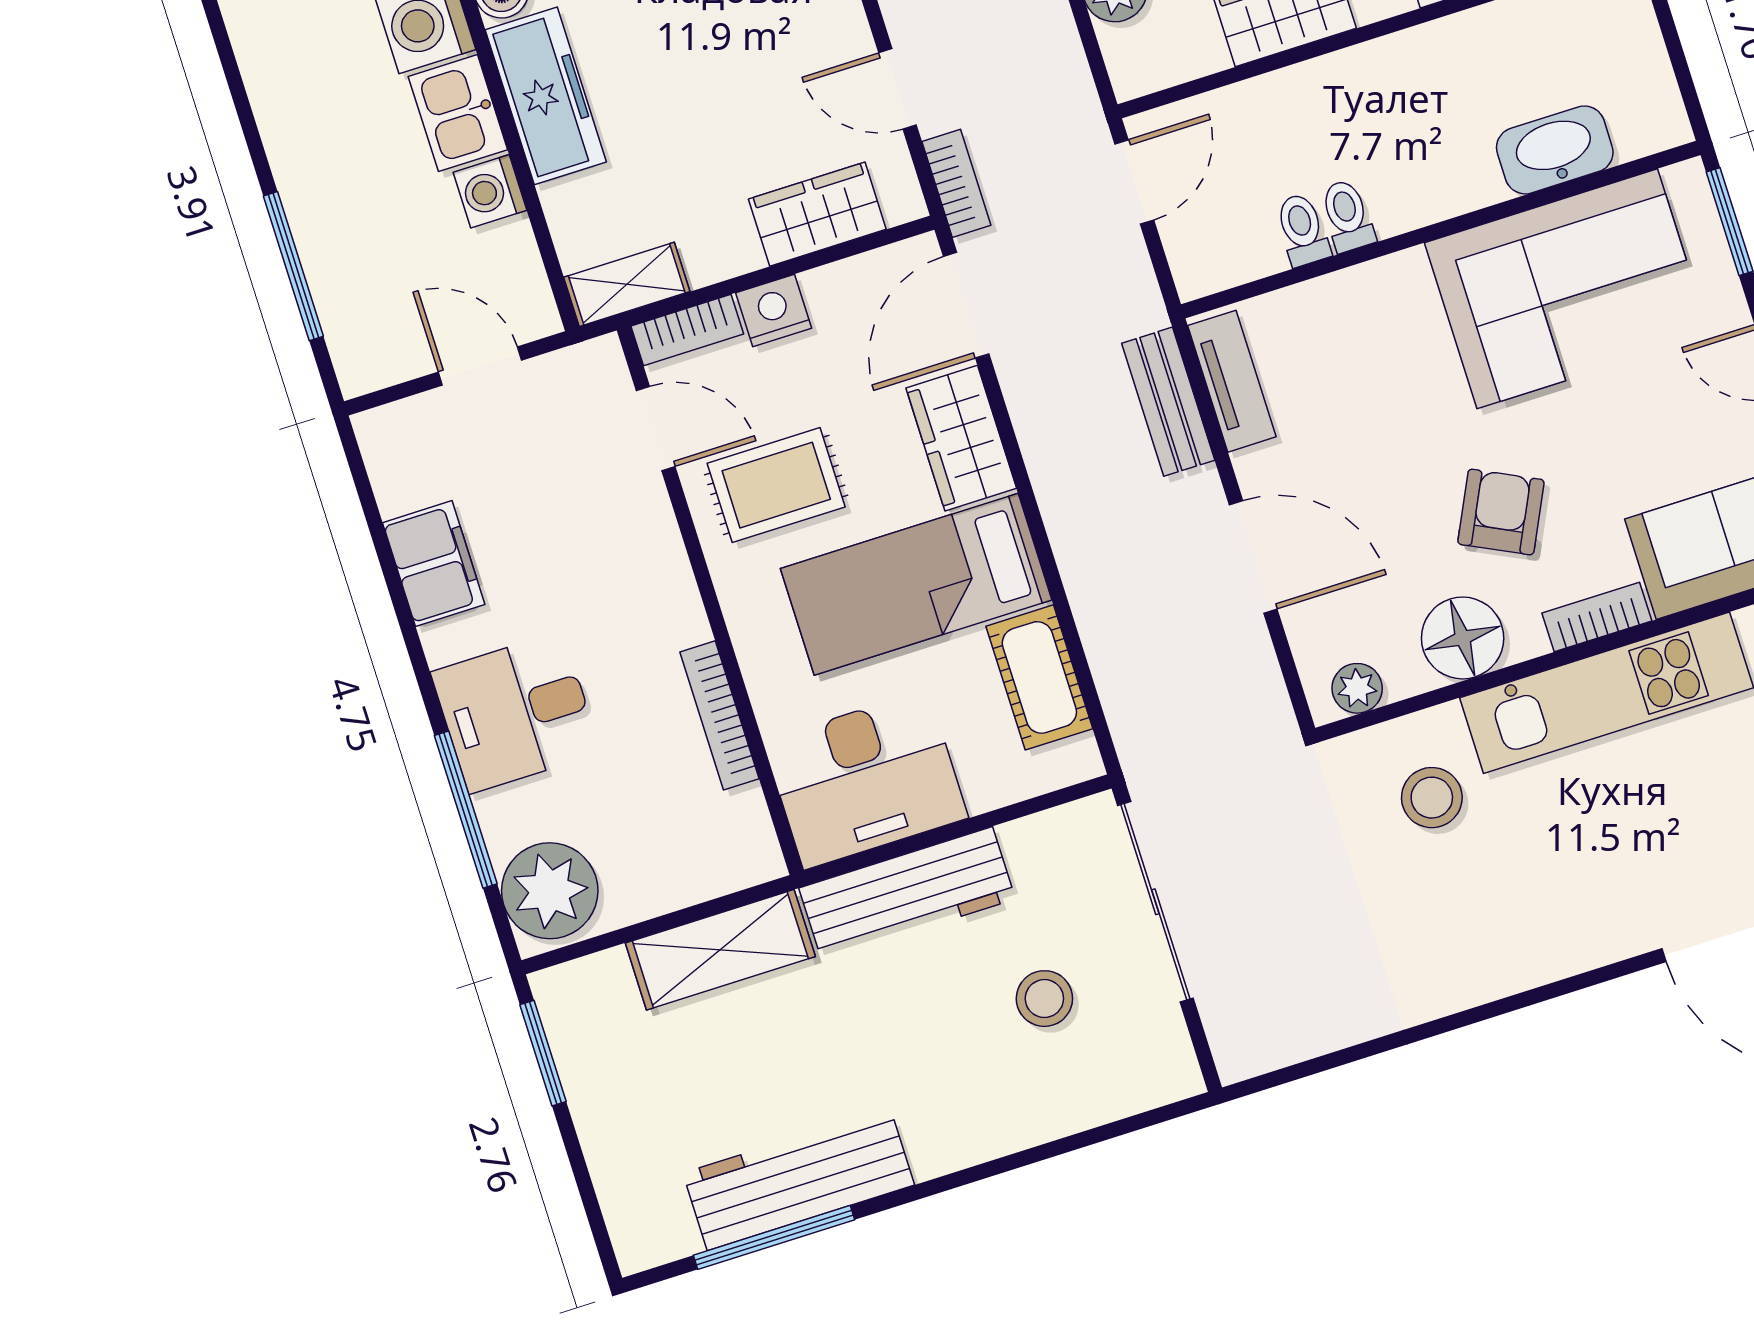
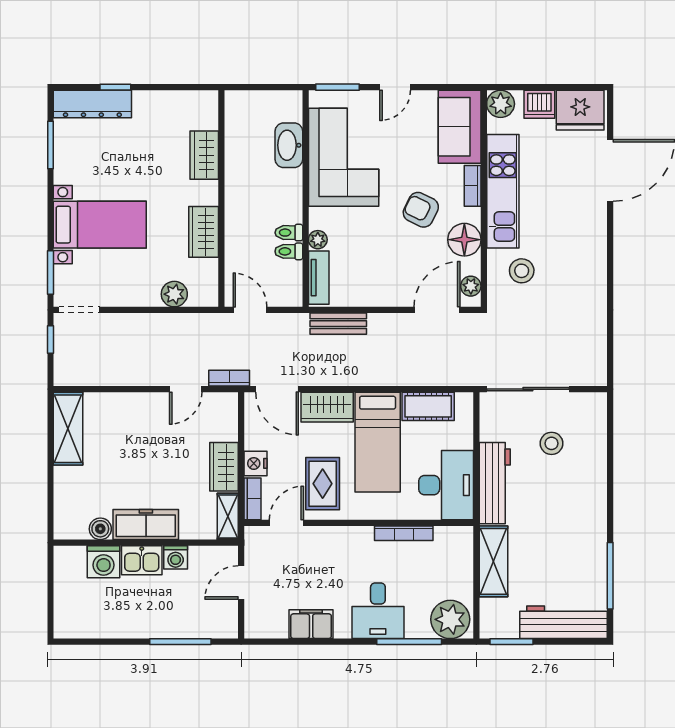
wardrobe: (817, 214) -> (224, 467), moved
plant: (1352, 290) -> (318, 240), added
tv unit: (1232, 381) -> (319, 278), moved, turned 90
door: (1253, 557) -> (437, 310), moved
workbench: (799, 1179) -> (563, 622), moved, turned 90

